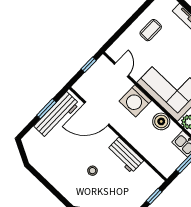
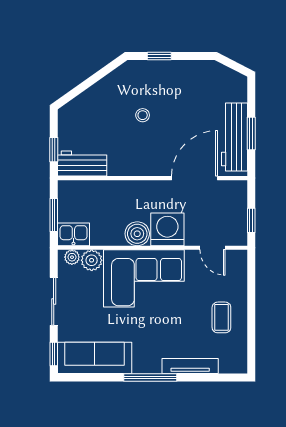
boiler: (161, 121) -> (137, 234), moved
workbench: (125, 155) -> (82, 163), moved
window: (55, 192) -> (159, 56), added

